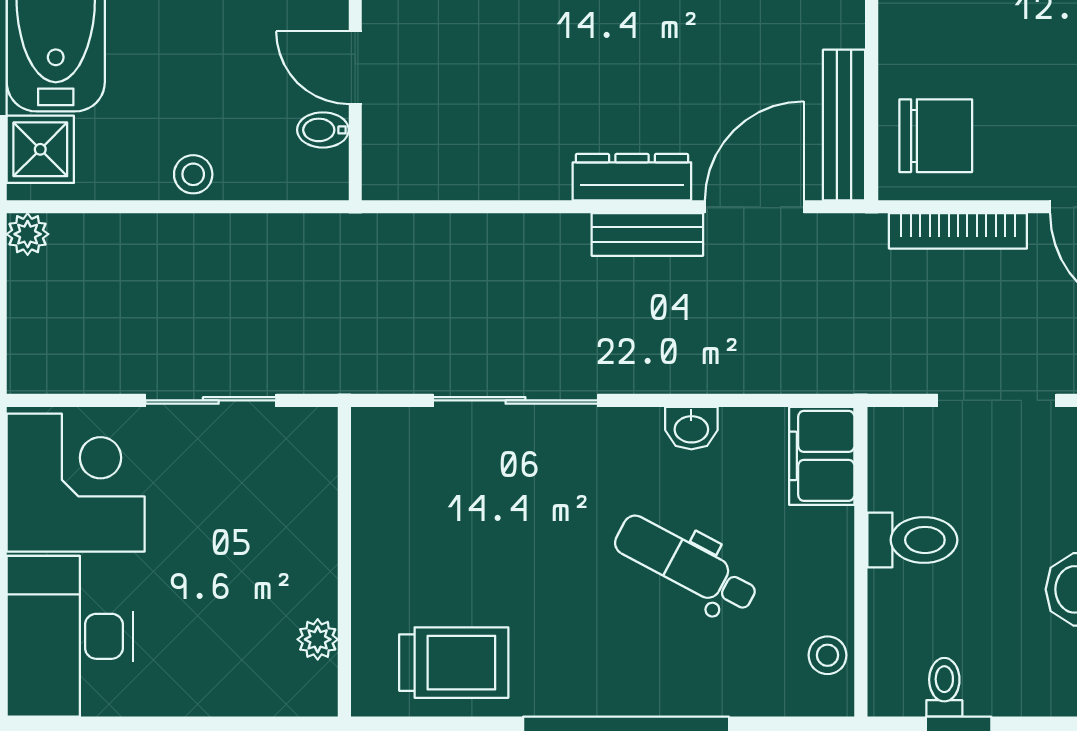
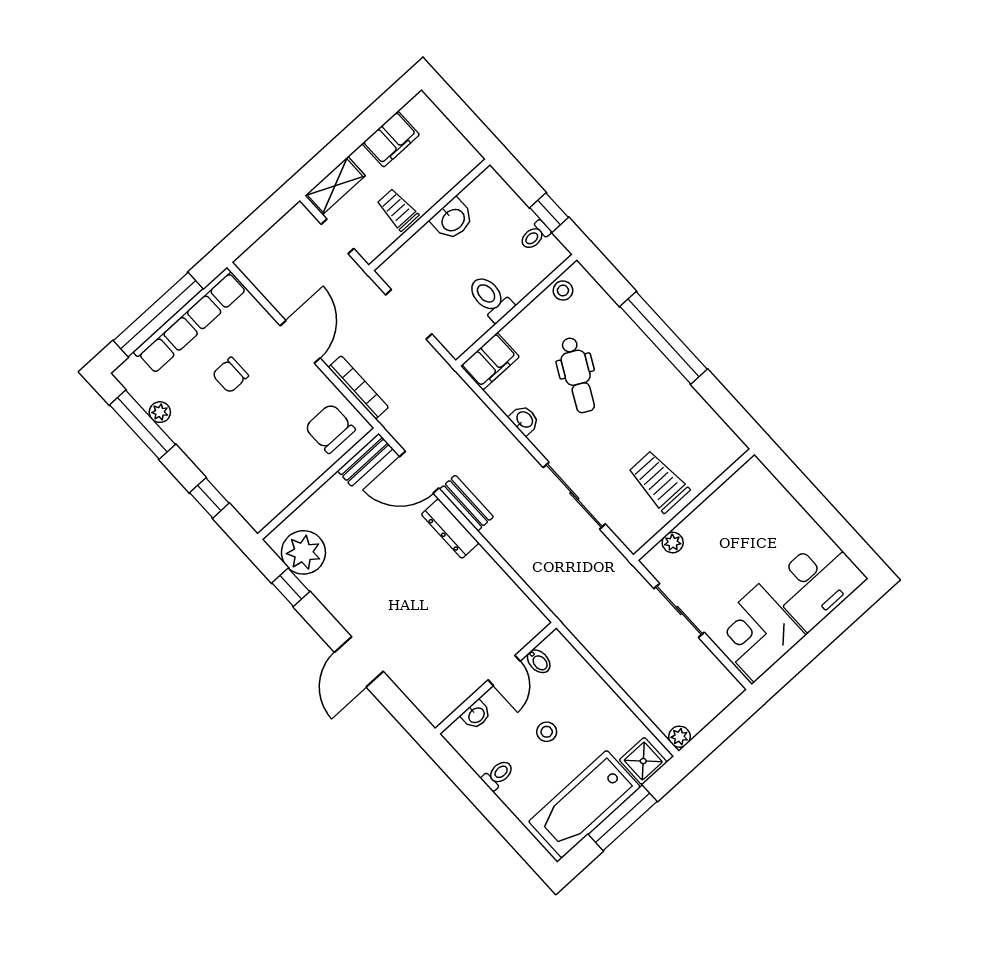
bench: (844, 125) -> (365, 460), width x0.73
stool: (193, 174) -> (547, 732), moved
plant: (318, 639) -> (673, 543), moved
trolley: (454, 663) -> (659, 481), moved

